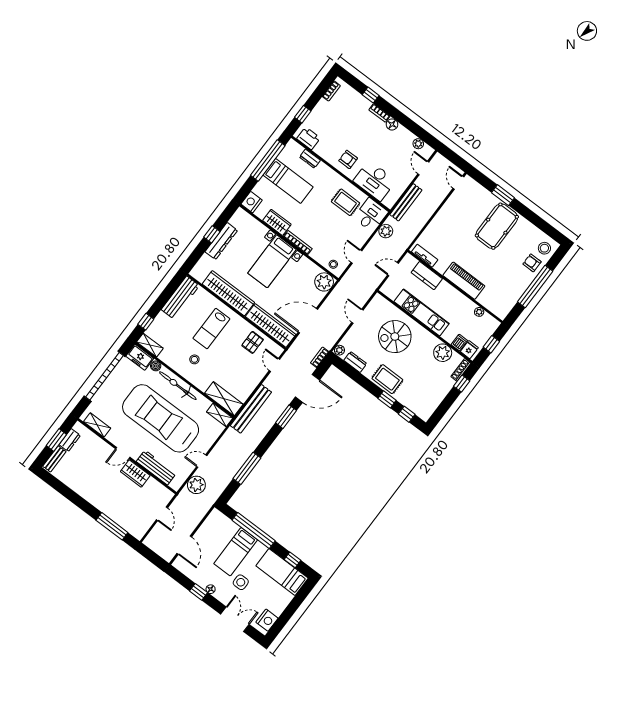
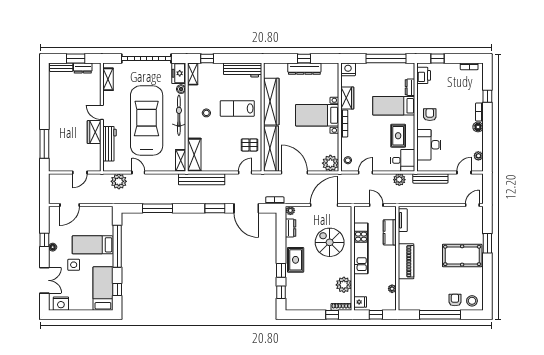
bed: (288, 181) -> (394, 106), moved, turned 90
door: (357, 316) -> (324, 205), width x1.88
dishwasher: (459, 343) -> (360, 291), removed

